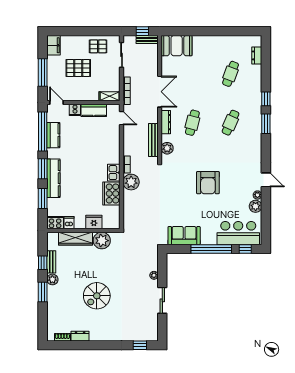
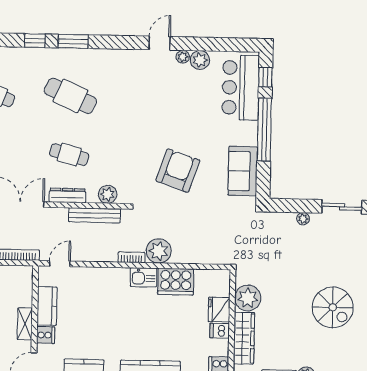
shelving: (110, 96) -> (25, 324), moved
cafe table: (231, 123) -> (70, 96), width x1.37, depth x1.35
armchair: (208, 183) -> (178, 171), moved, turned -71
dishwasher: (69, 223) -> (220, 331), moved

